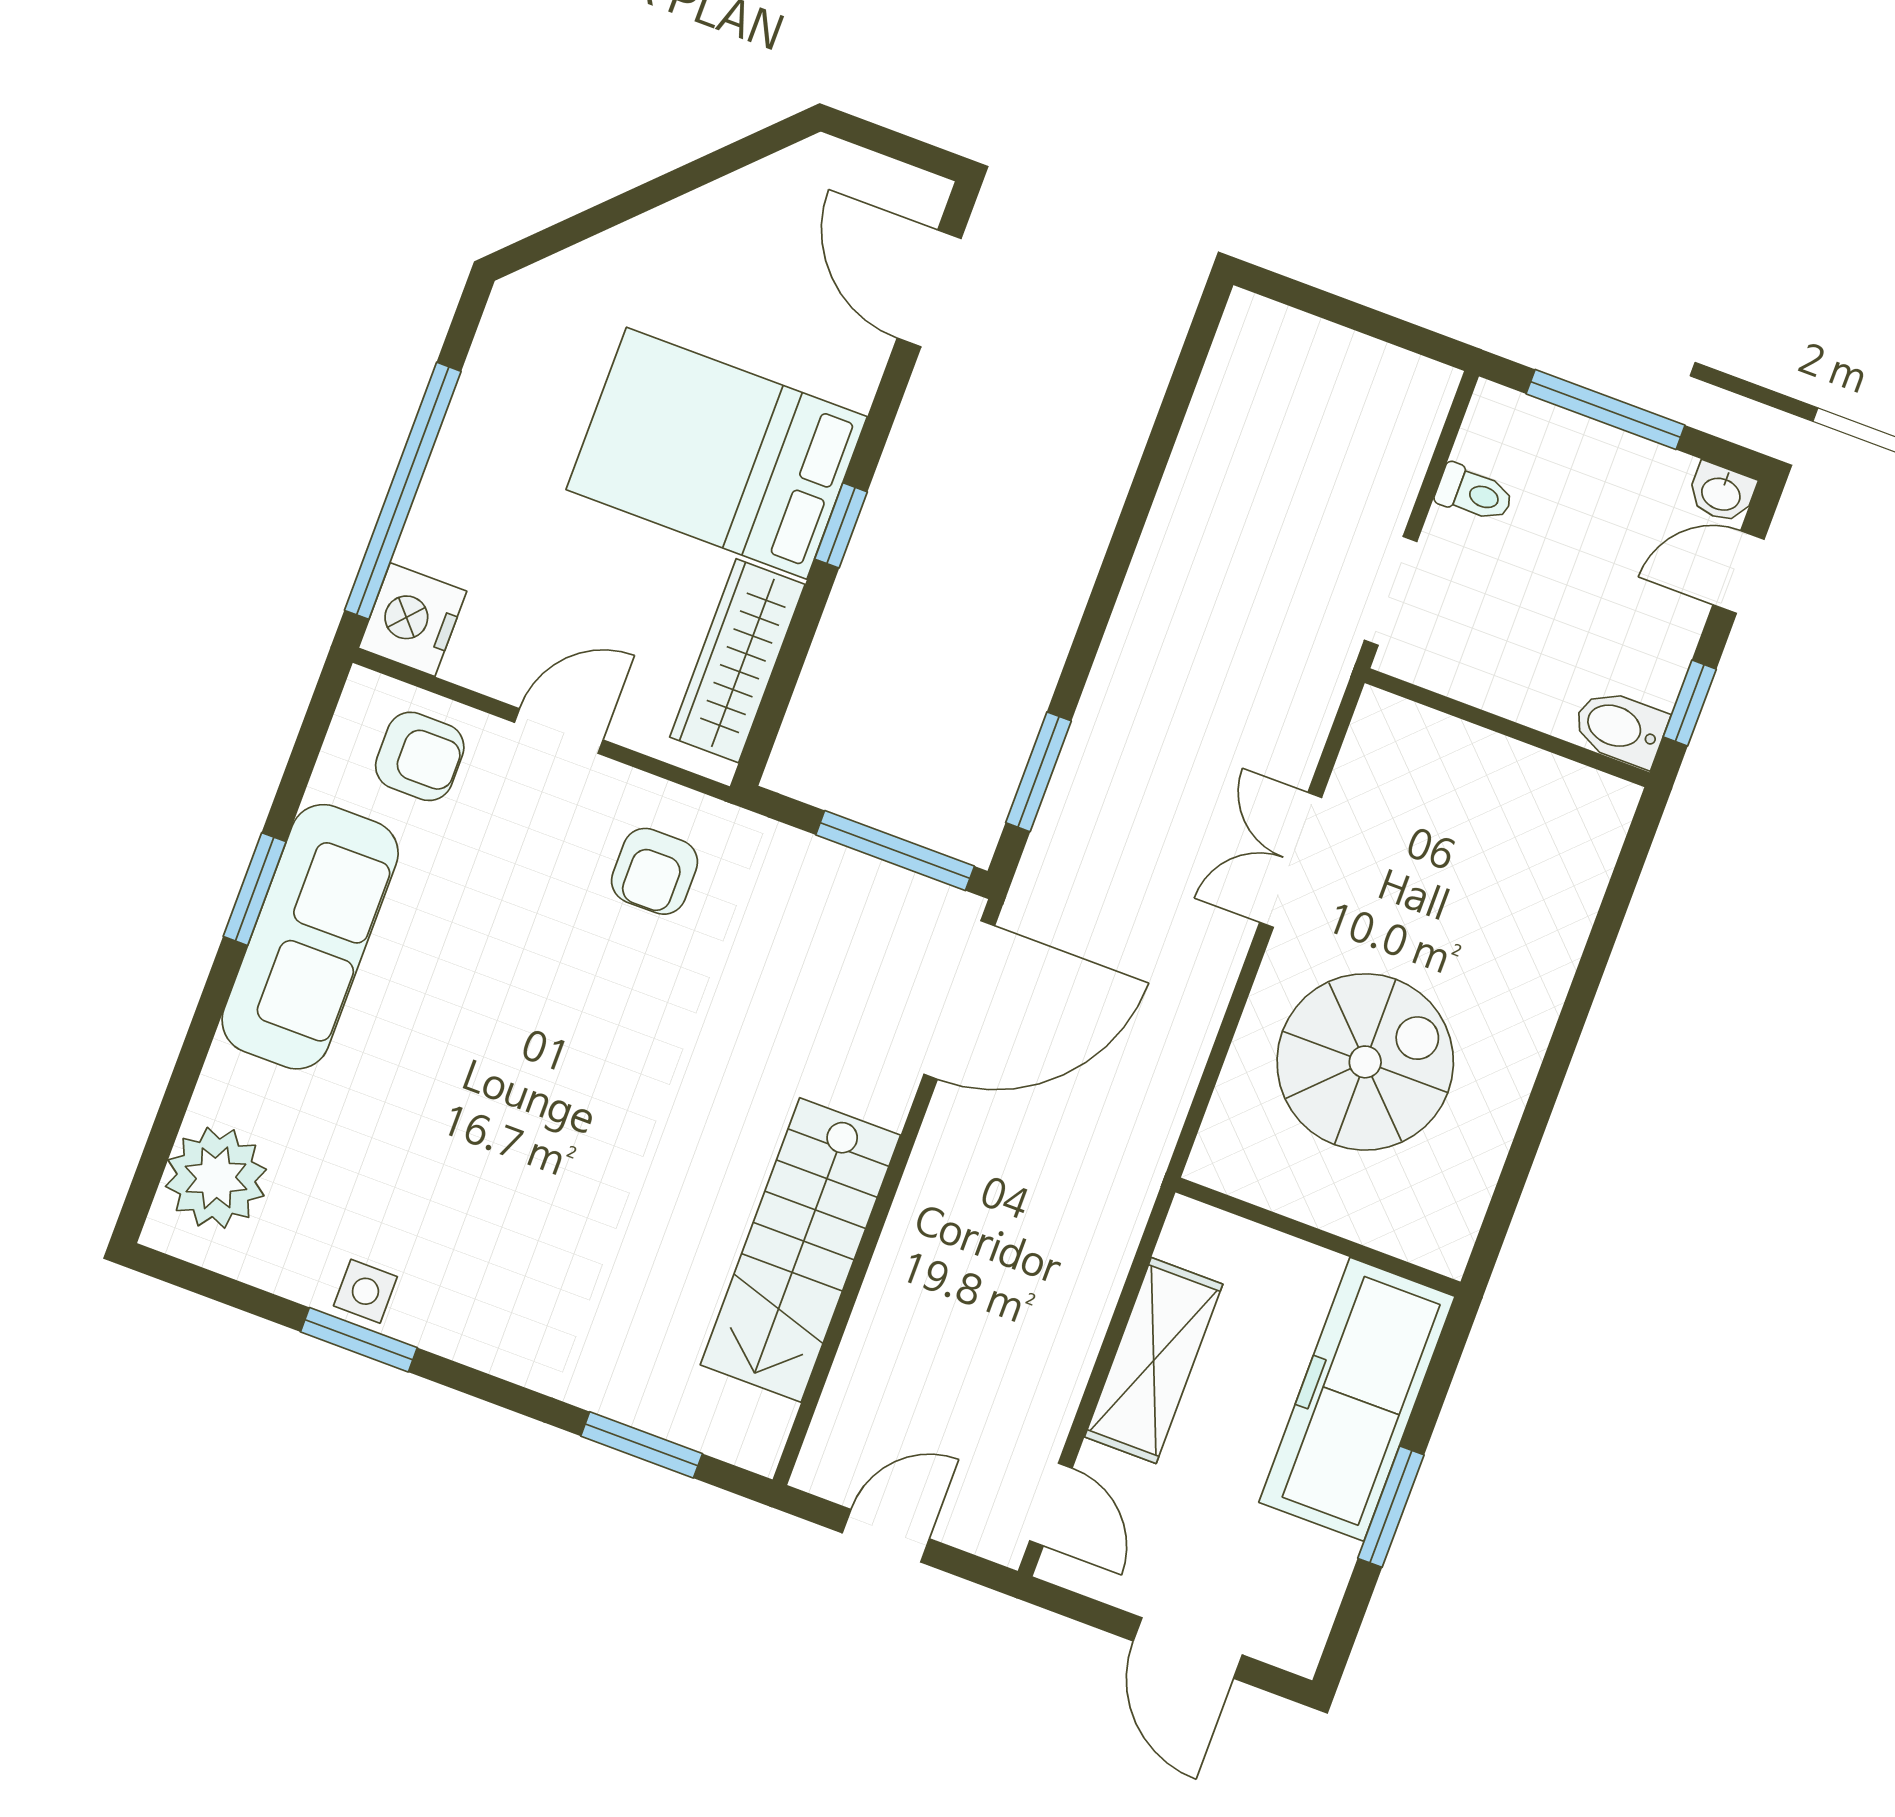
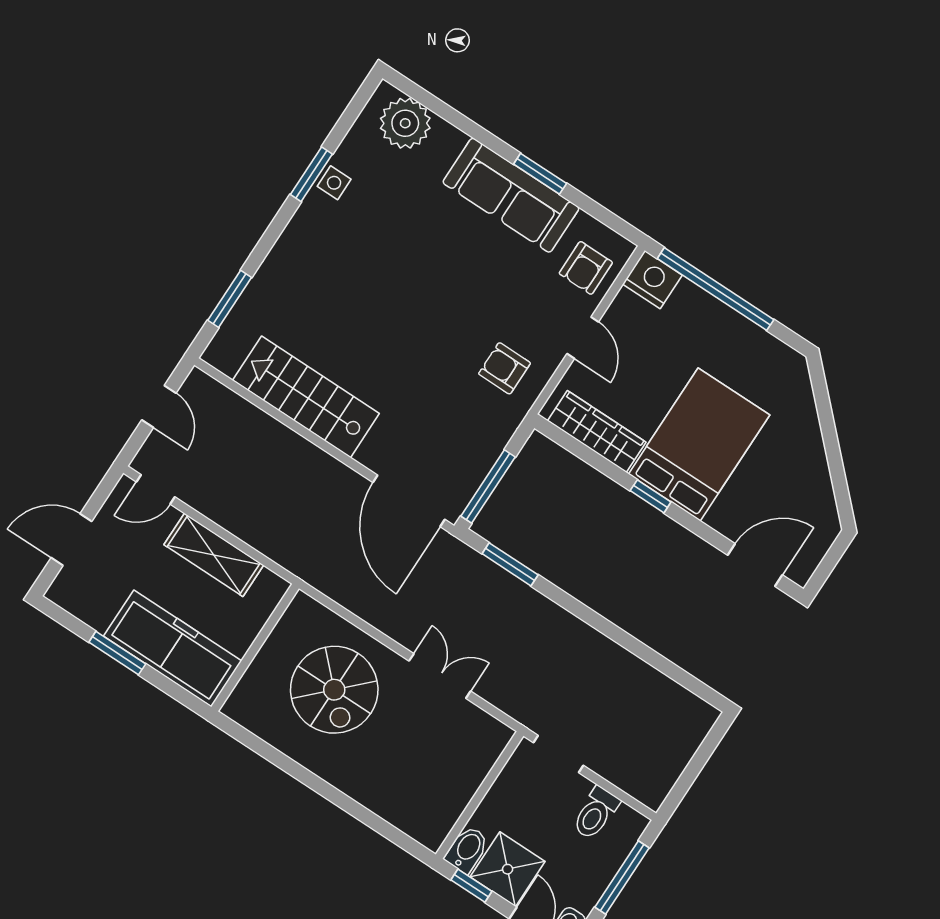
toilet: (1474, 493) -> (596, 813), width x1.37, depth x1.39
shower: (1641, 639) -> (508, 869), added

